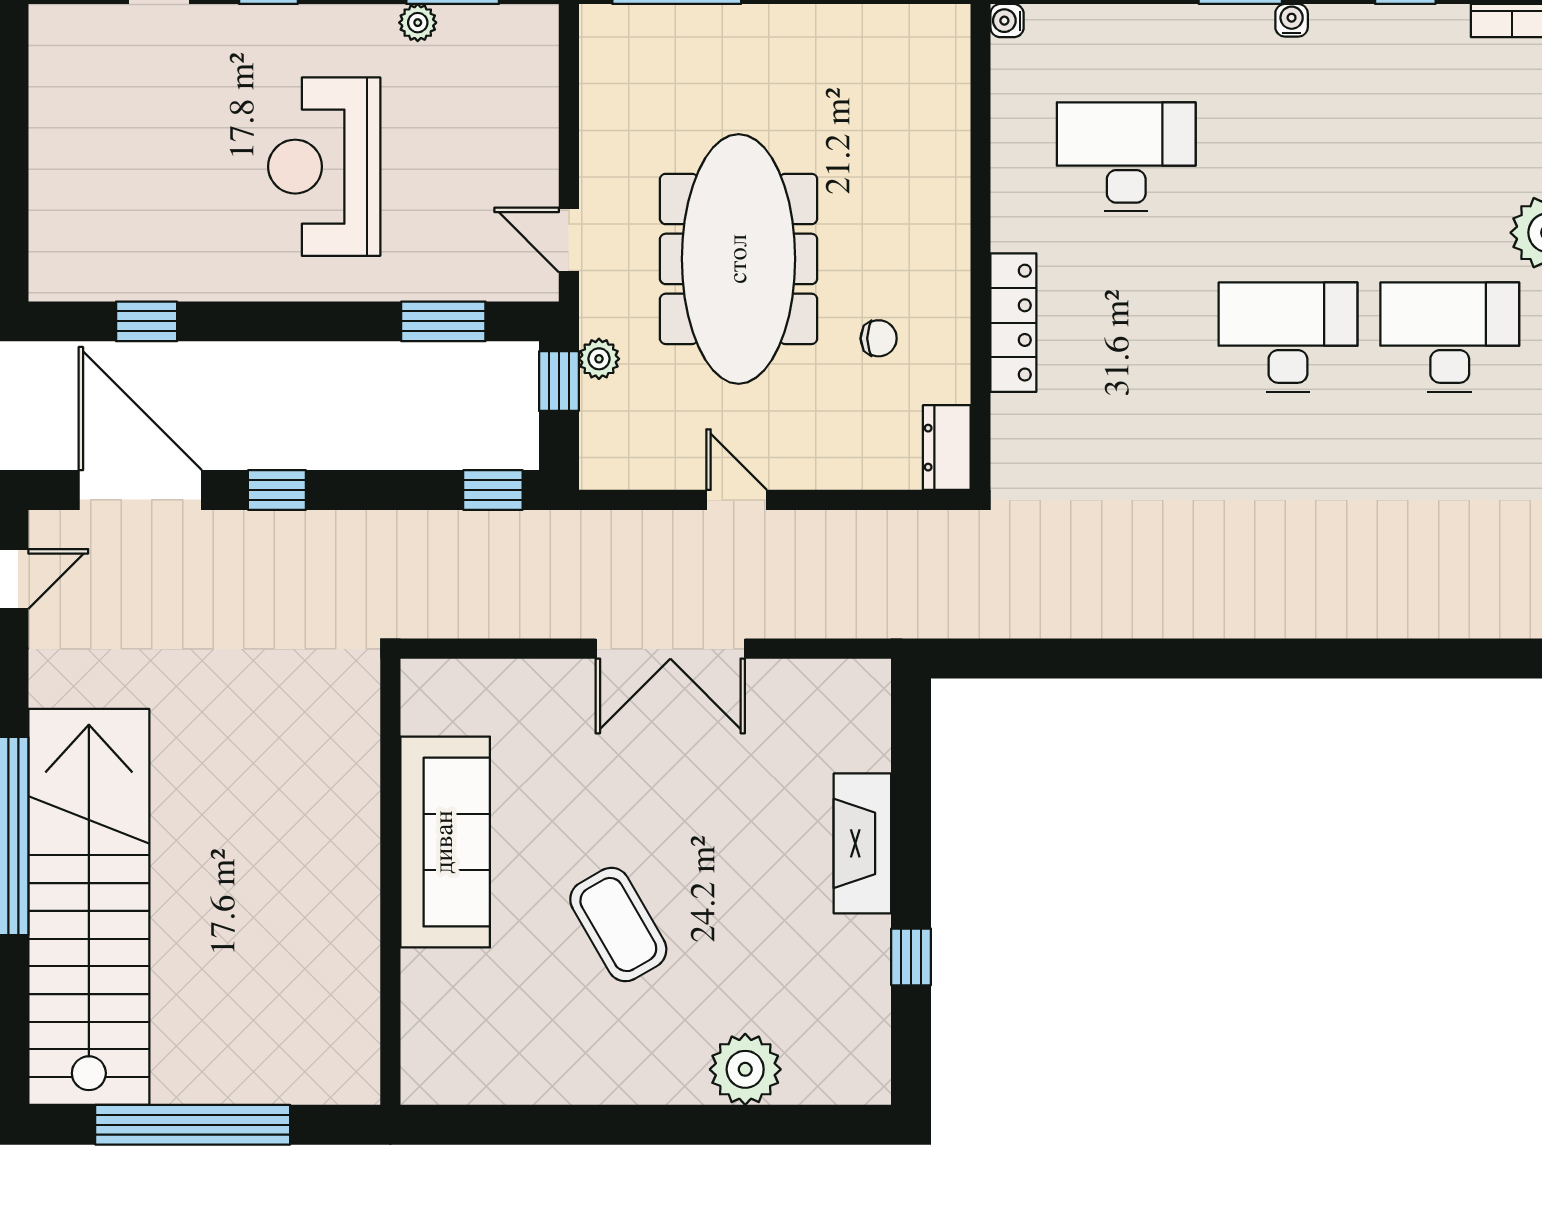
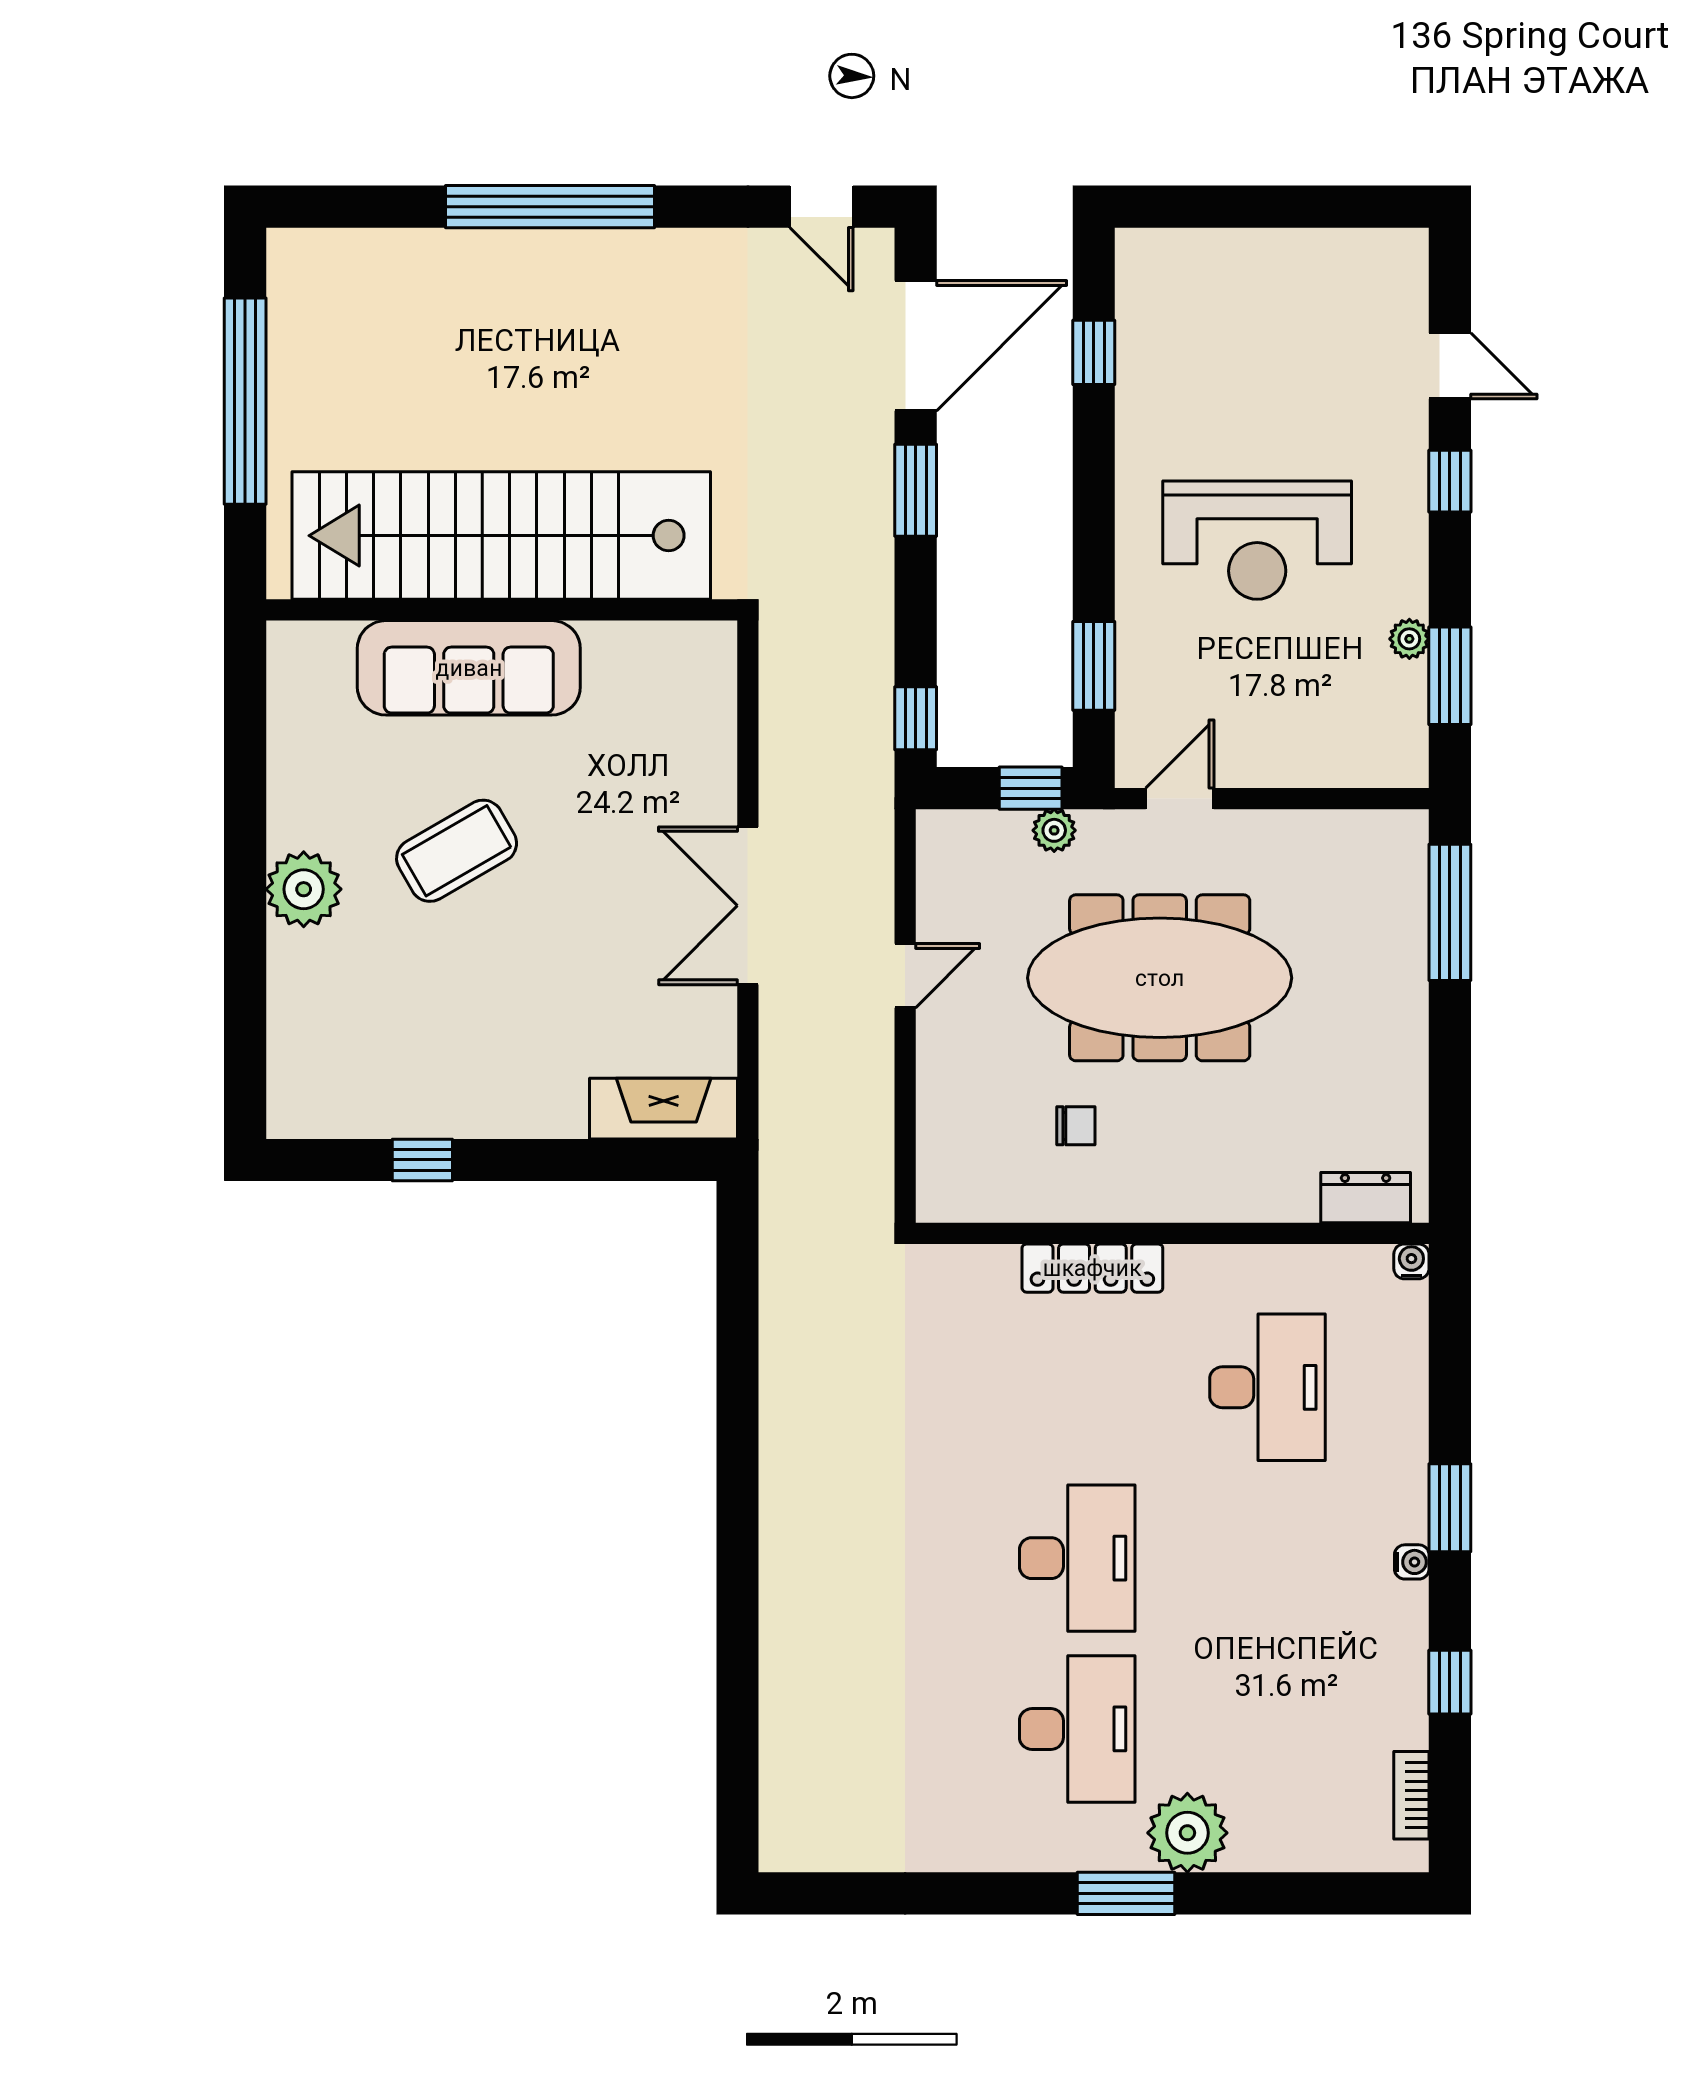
reception desk: (324, 167) -> (1257, 540), turned 180
chair: (879, 338) -> (1076, 1126), turned -90
dresser: (947, 448) -> (1366, 1198), moved
window: (277, 490) -> (916, 490), width x1.50
sofa: (445, 842) -> (469, 668), moved
fireplace: (862, 843) -> (664, 1109), moved
stairs: (89, 907) -> (501, 536), moved, turned 180
plant: (745, 1069) -> (304, 889), moved

